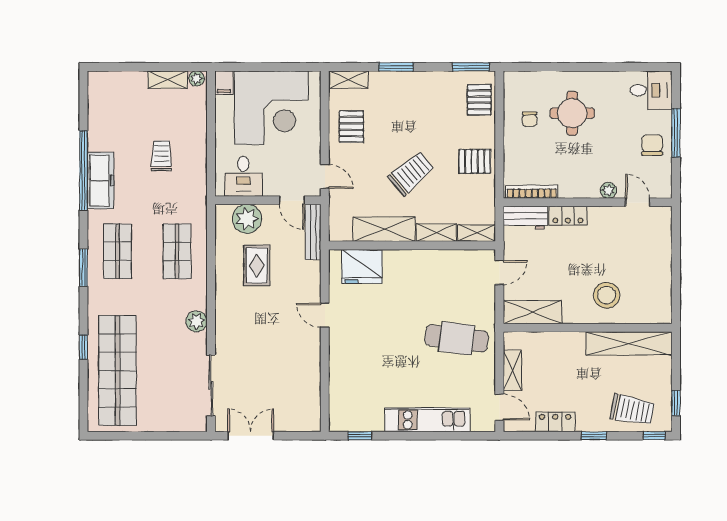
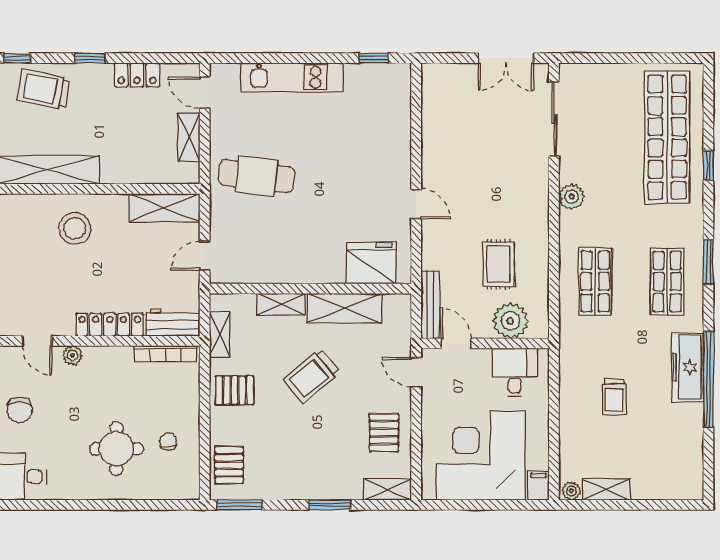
locker: (568, 216) -> (110, 325), width x1.53
shelving: (477, 233) -> (220, 335), moved, turned 90

